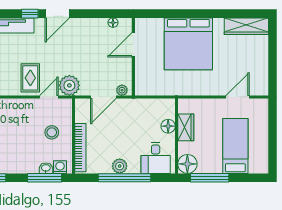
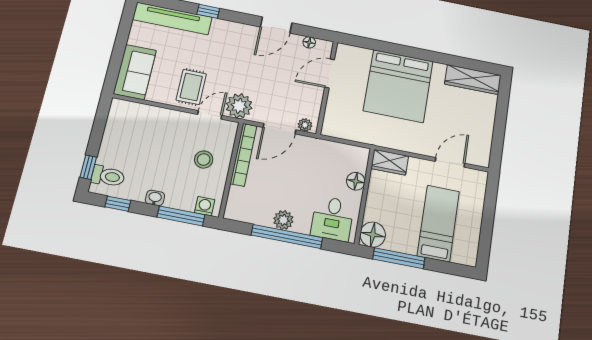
door: (57, 14) -> (276, 25), moved
wardrobe: (186, 127) -> (390, 162), moved, turned 90
bookcase: (80, 148) -> (244, 155), moved
washbasin: (46, 168) -> (155, 198), moved

